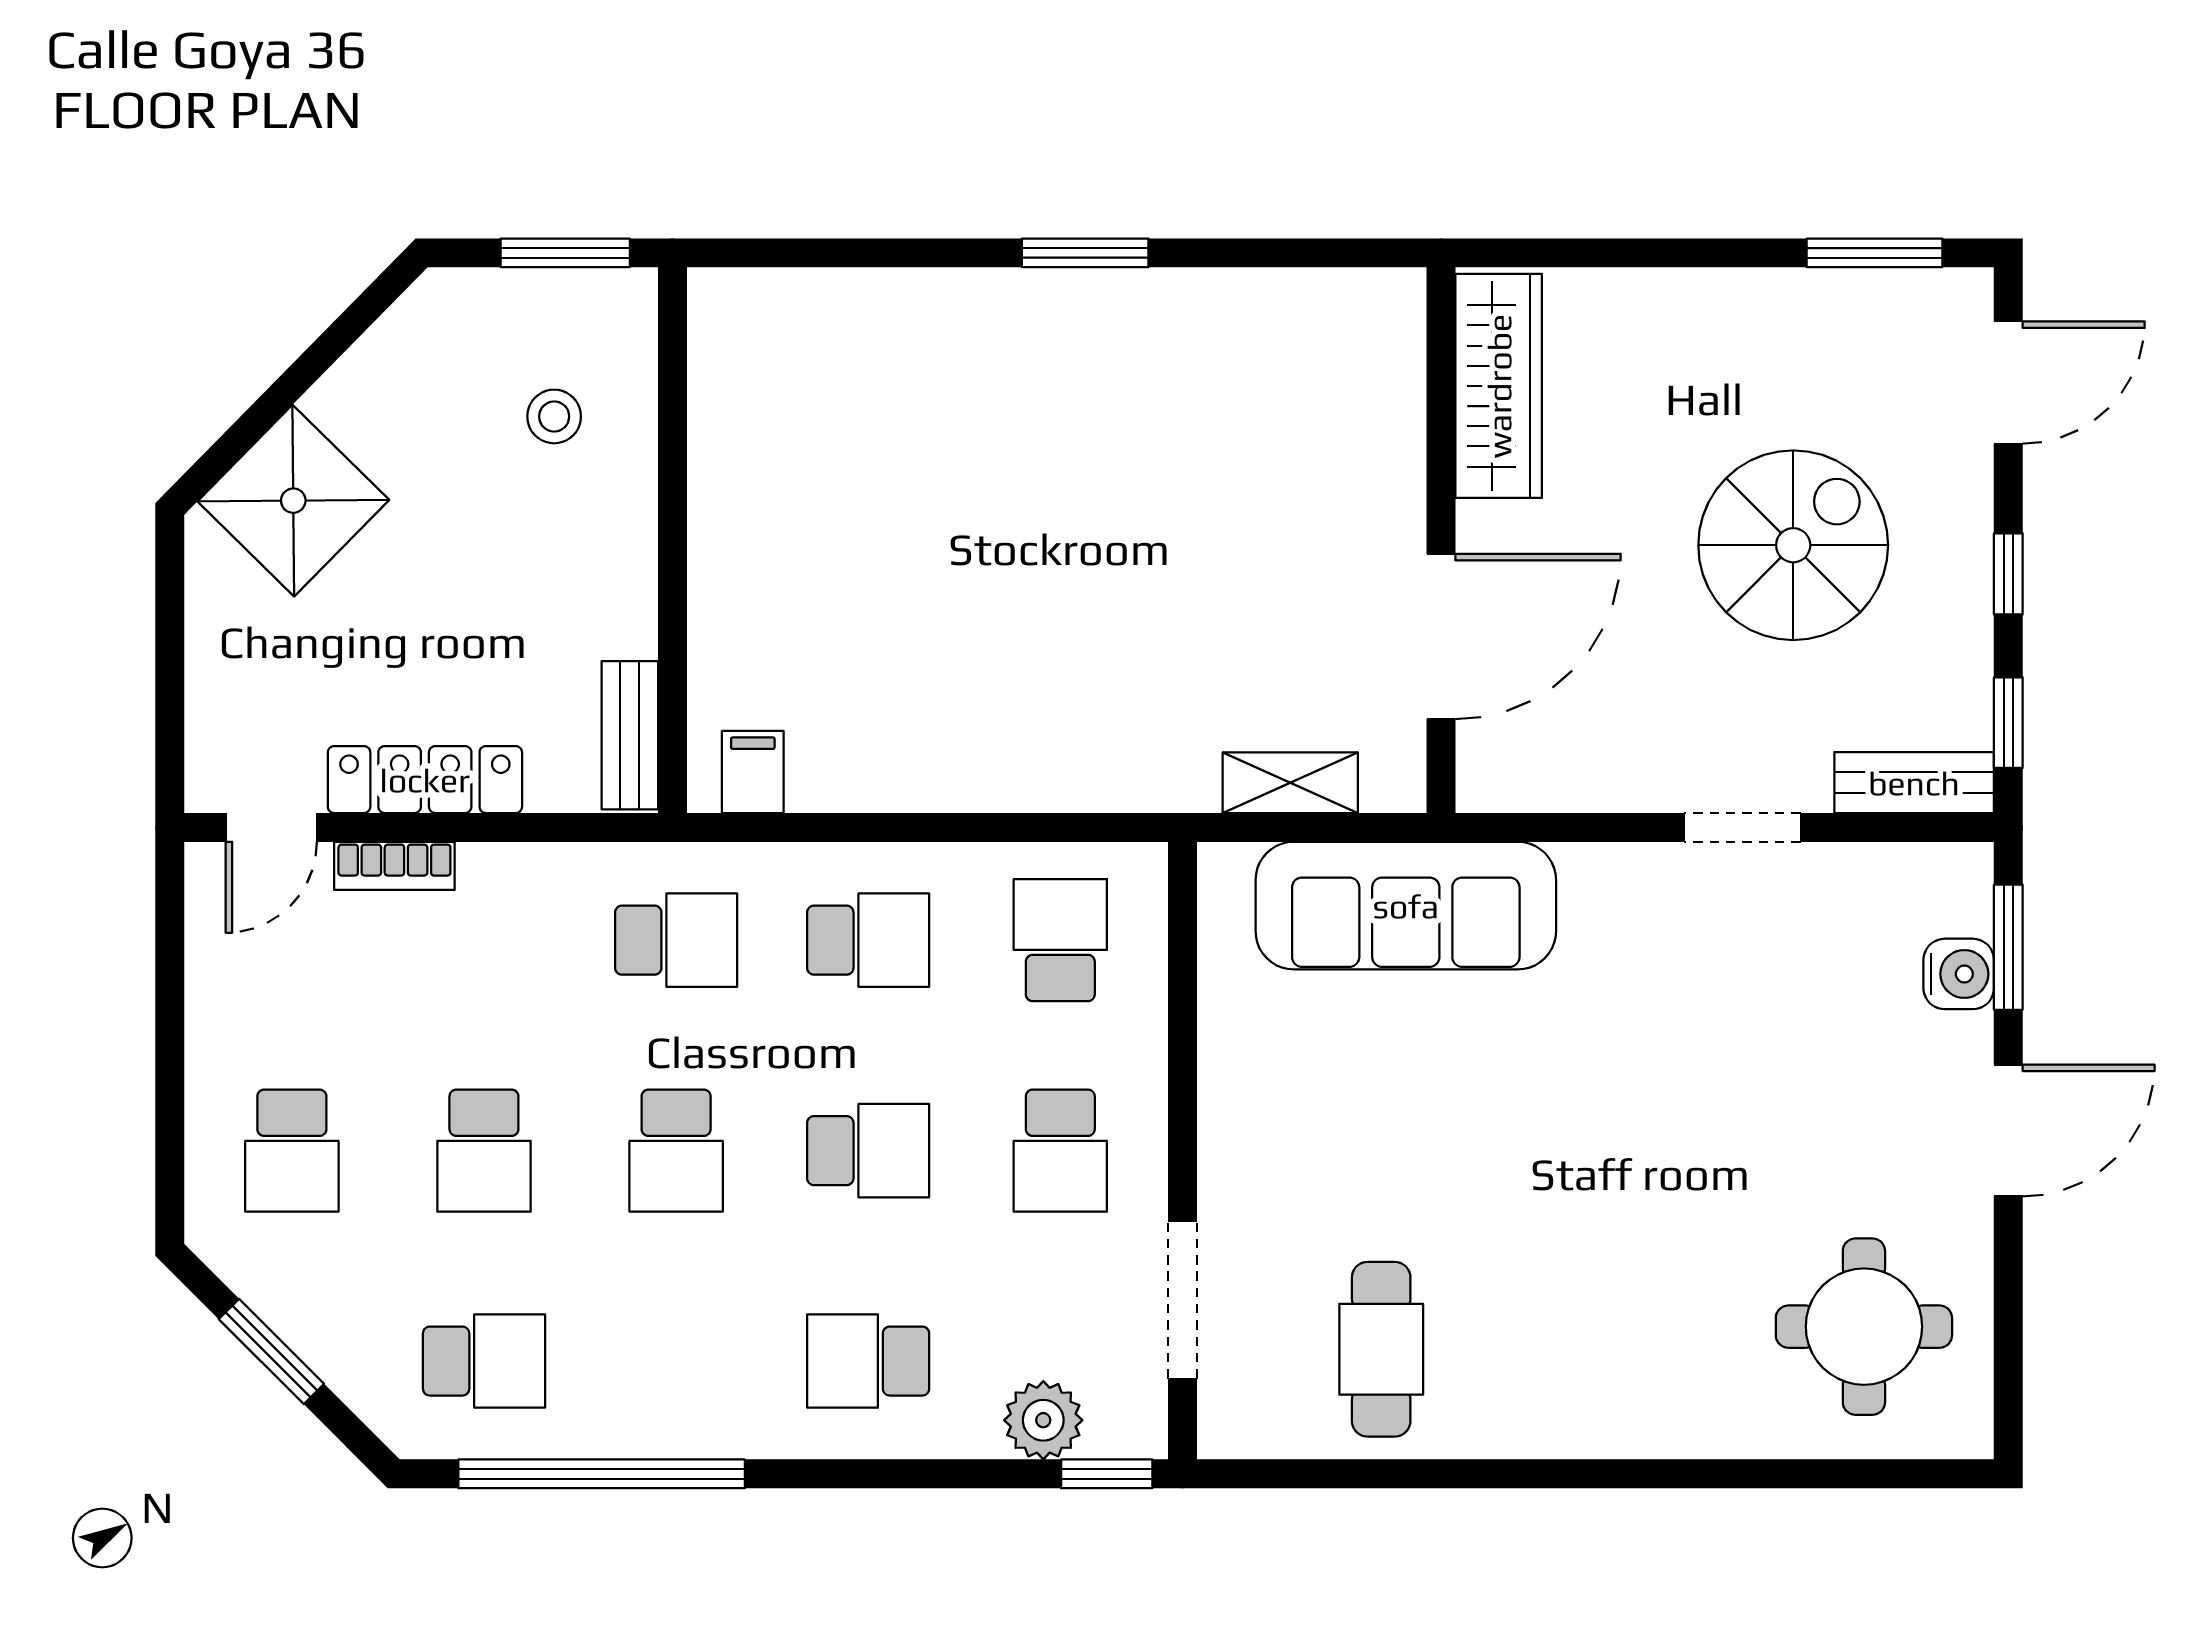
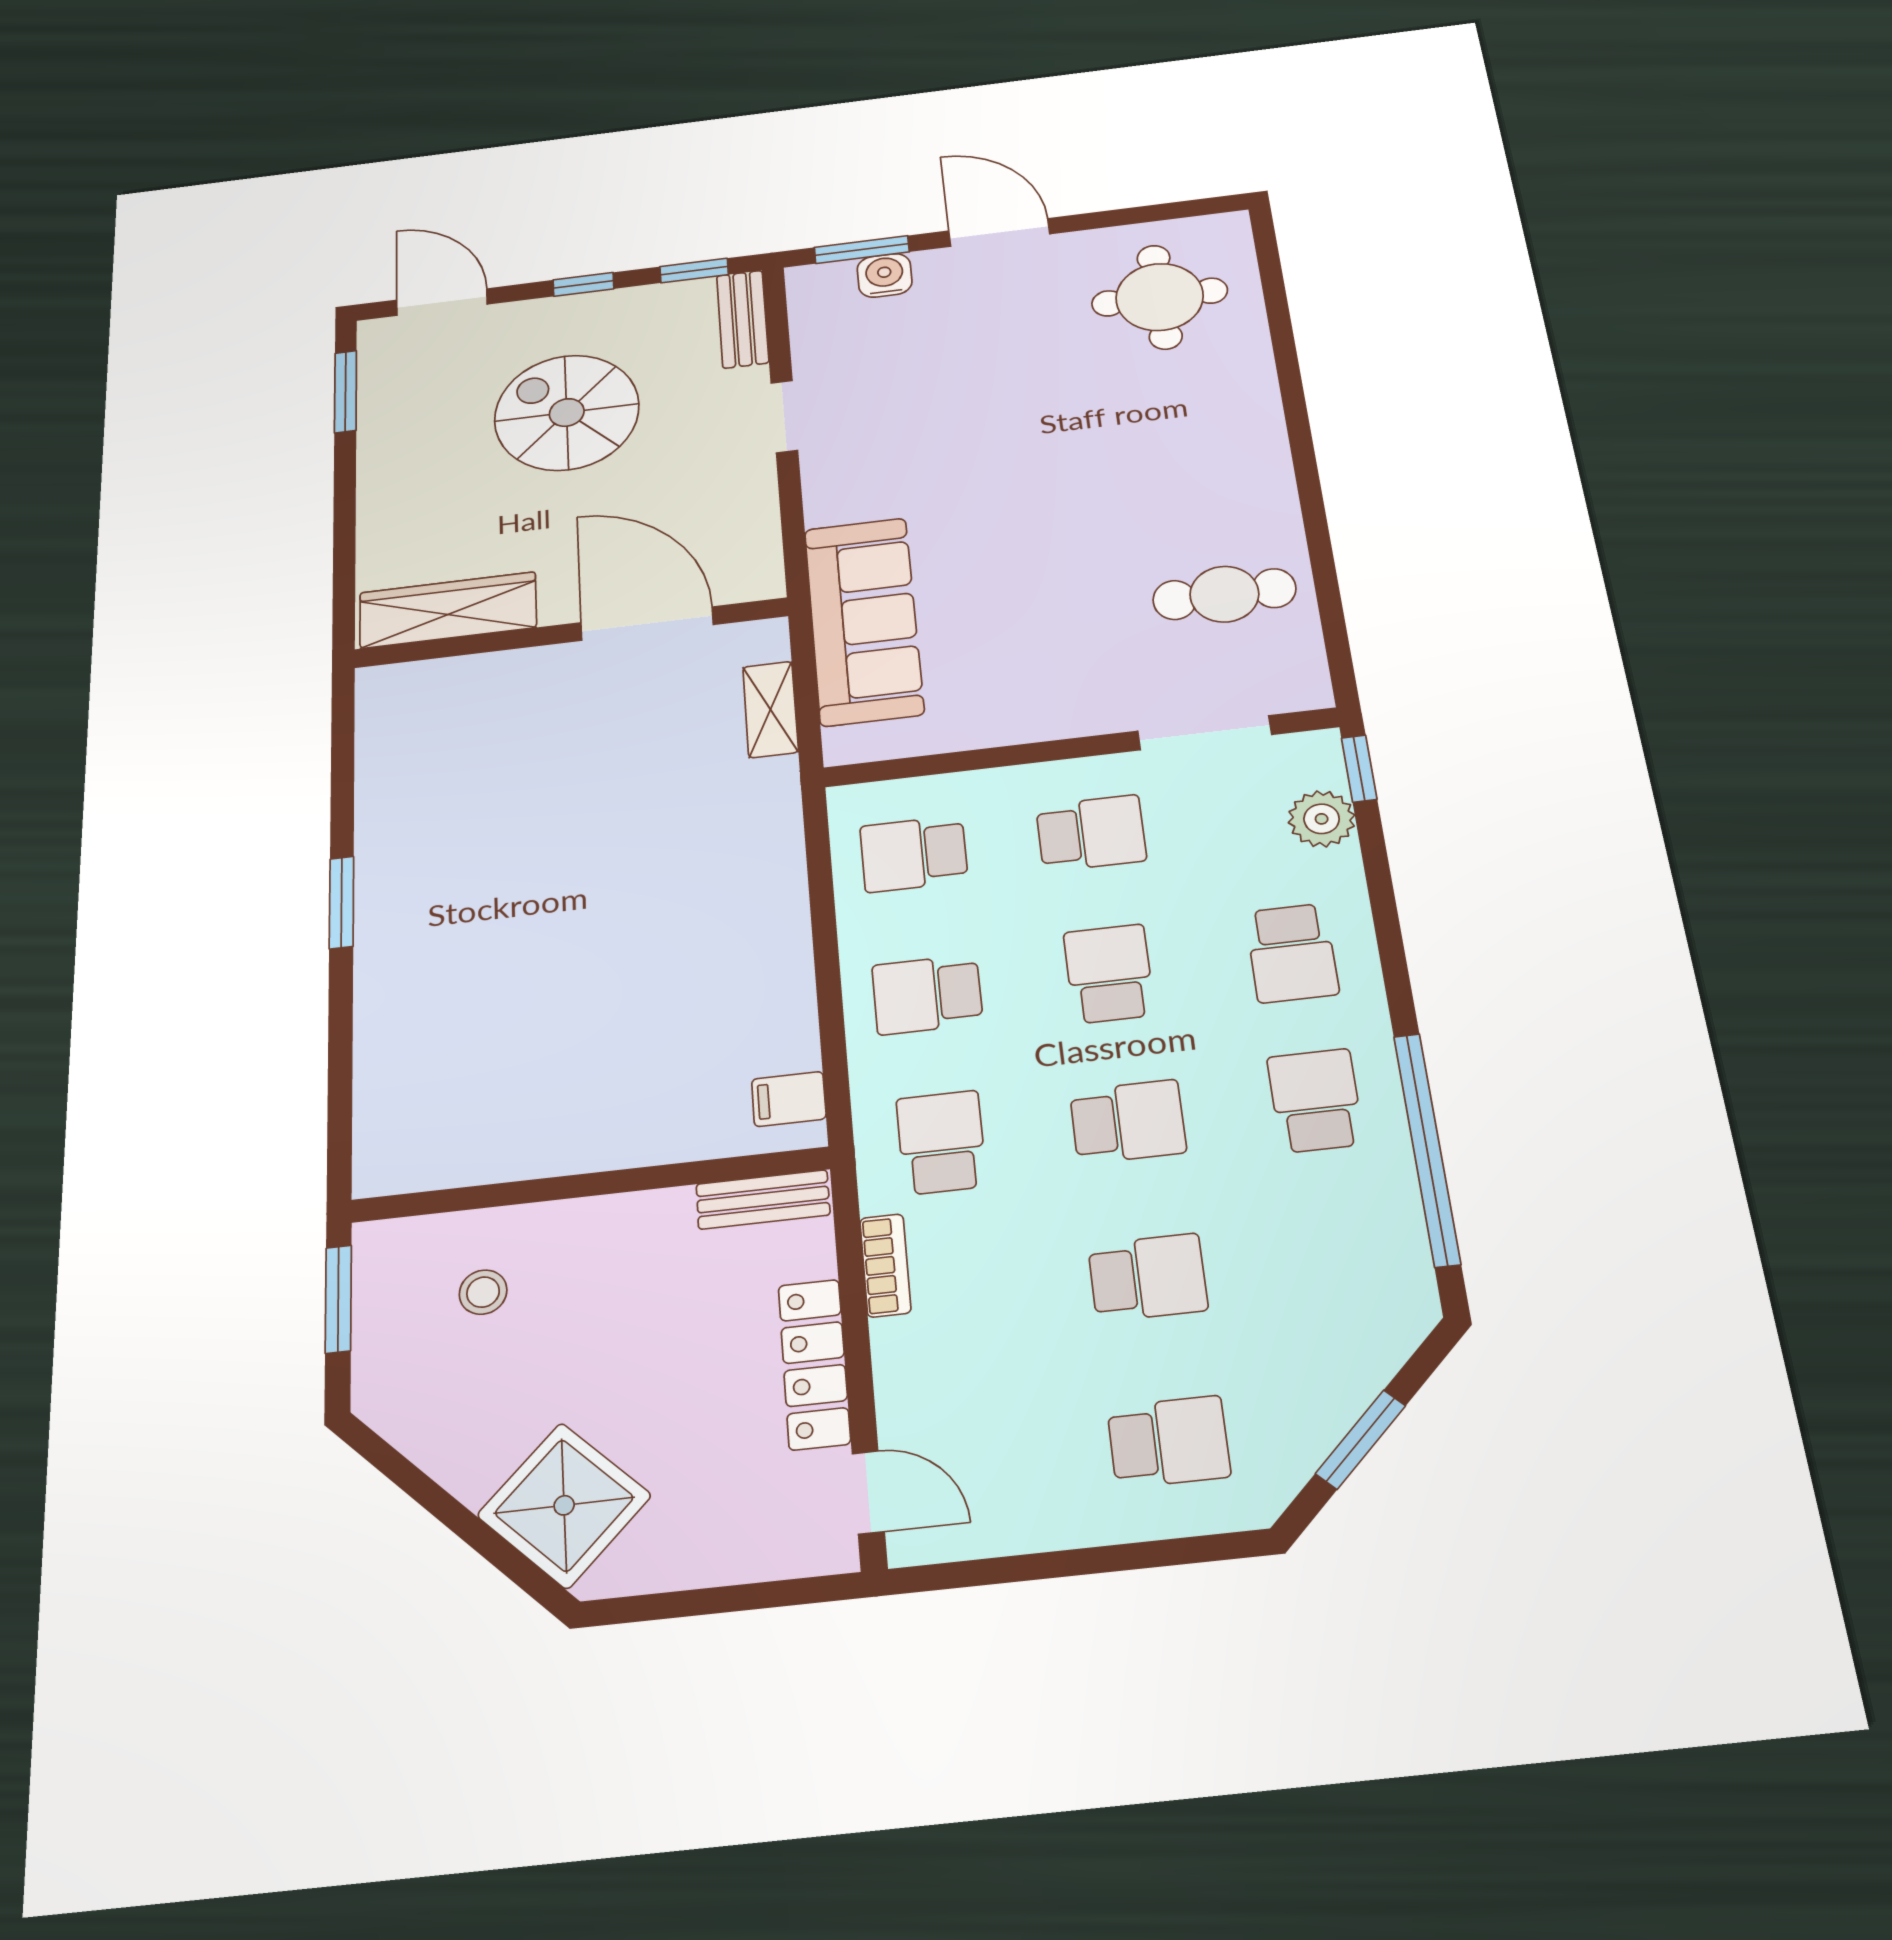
bookcase: (394, 866) -> (885, 1265), moved
school desk: (868, 940) -> (927, 994), turned -90
school desk: (484, 1361) -> (1315, 1101), moved

